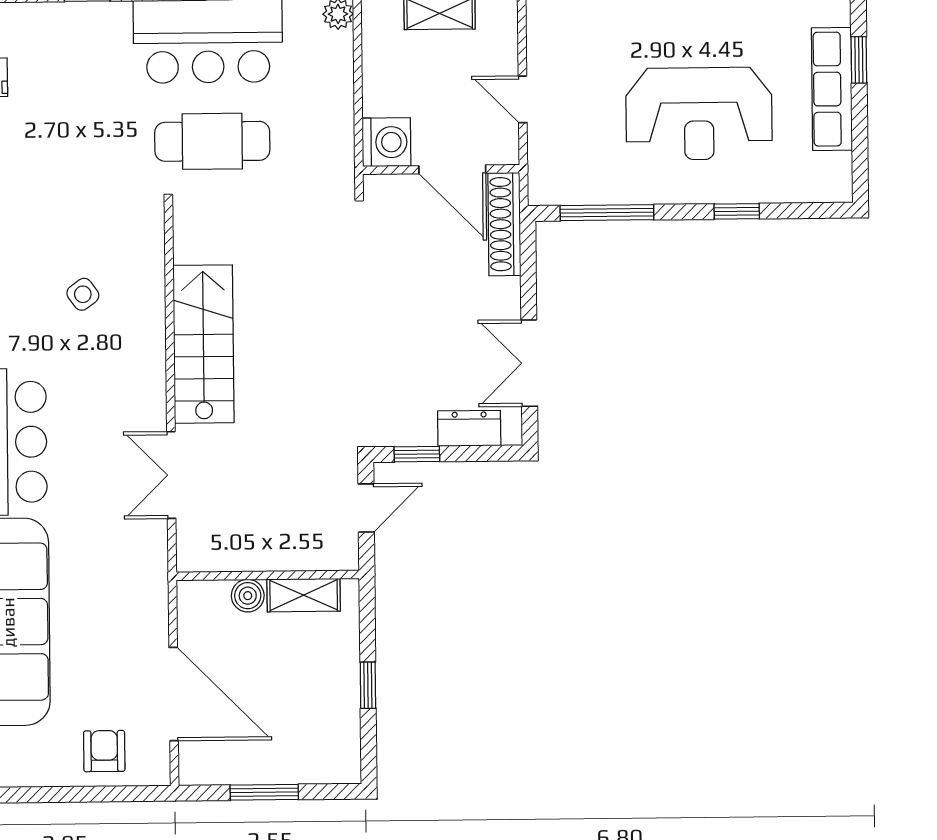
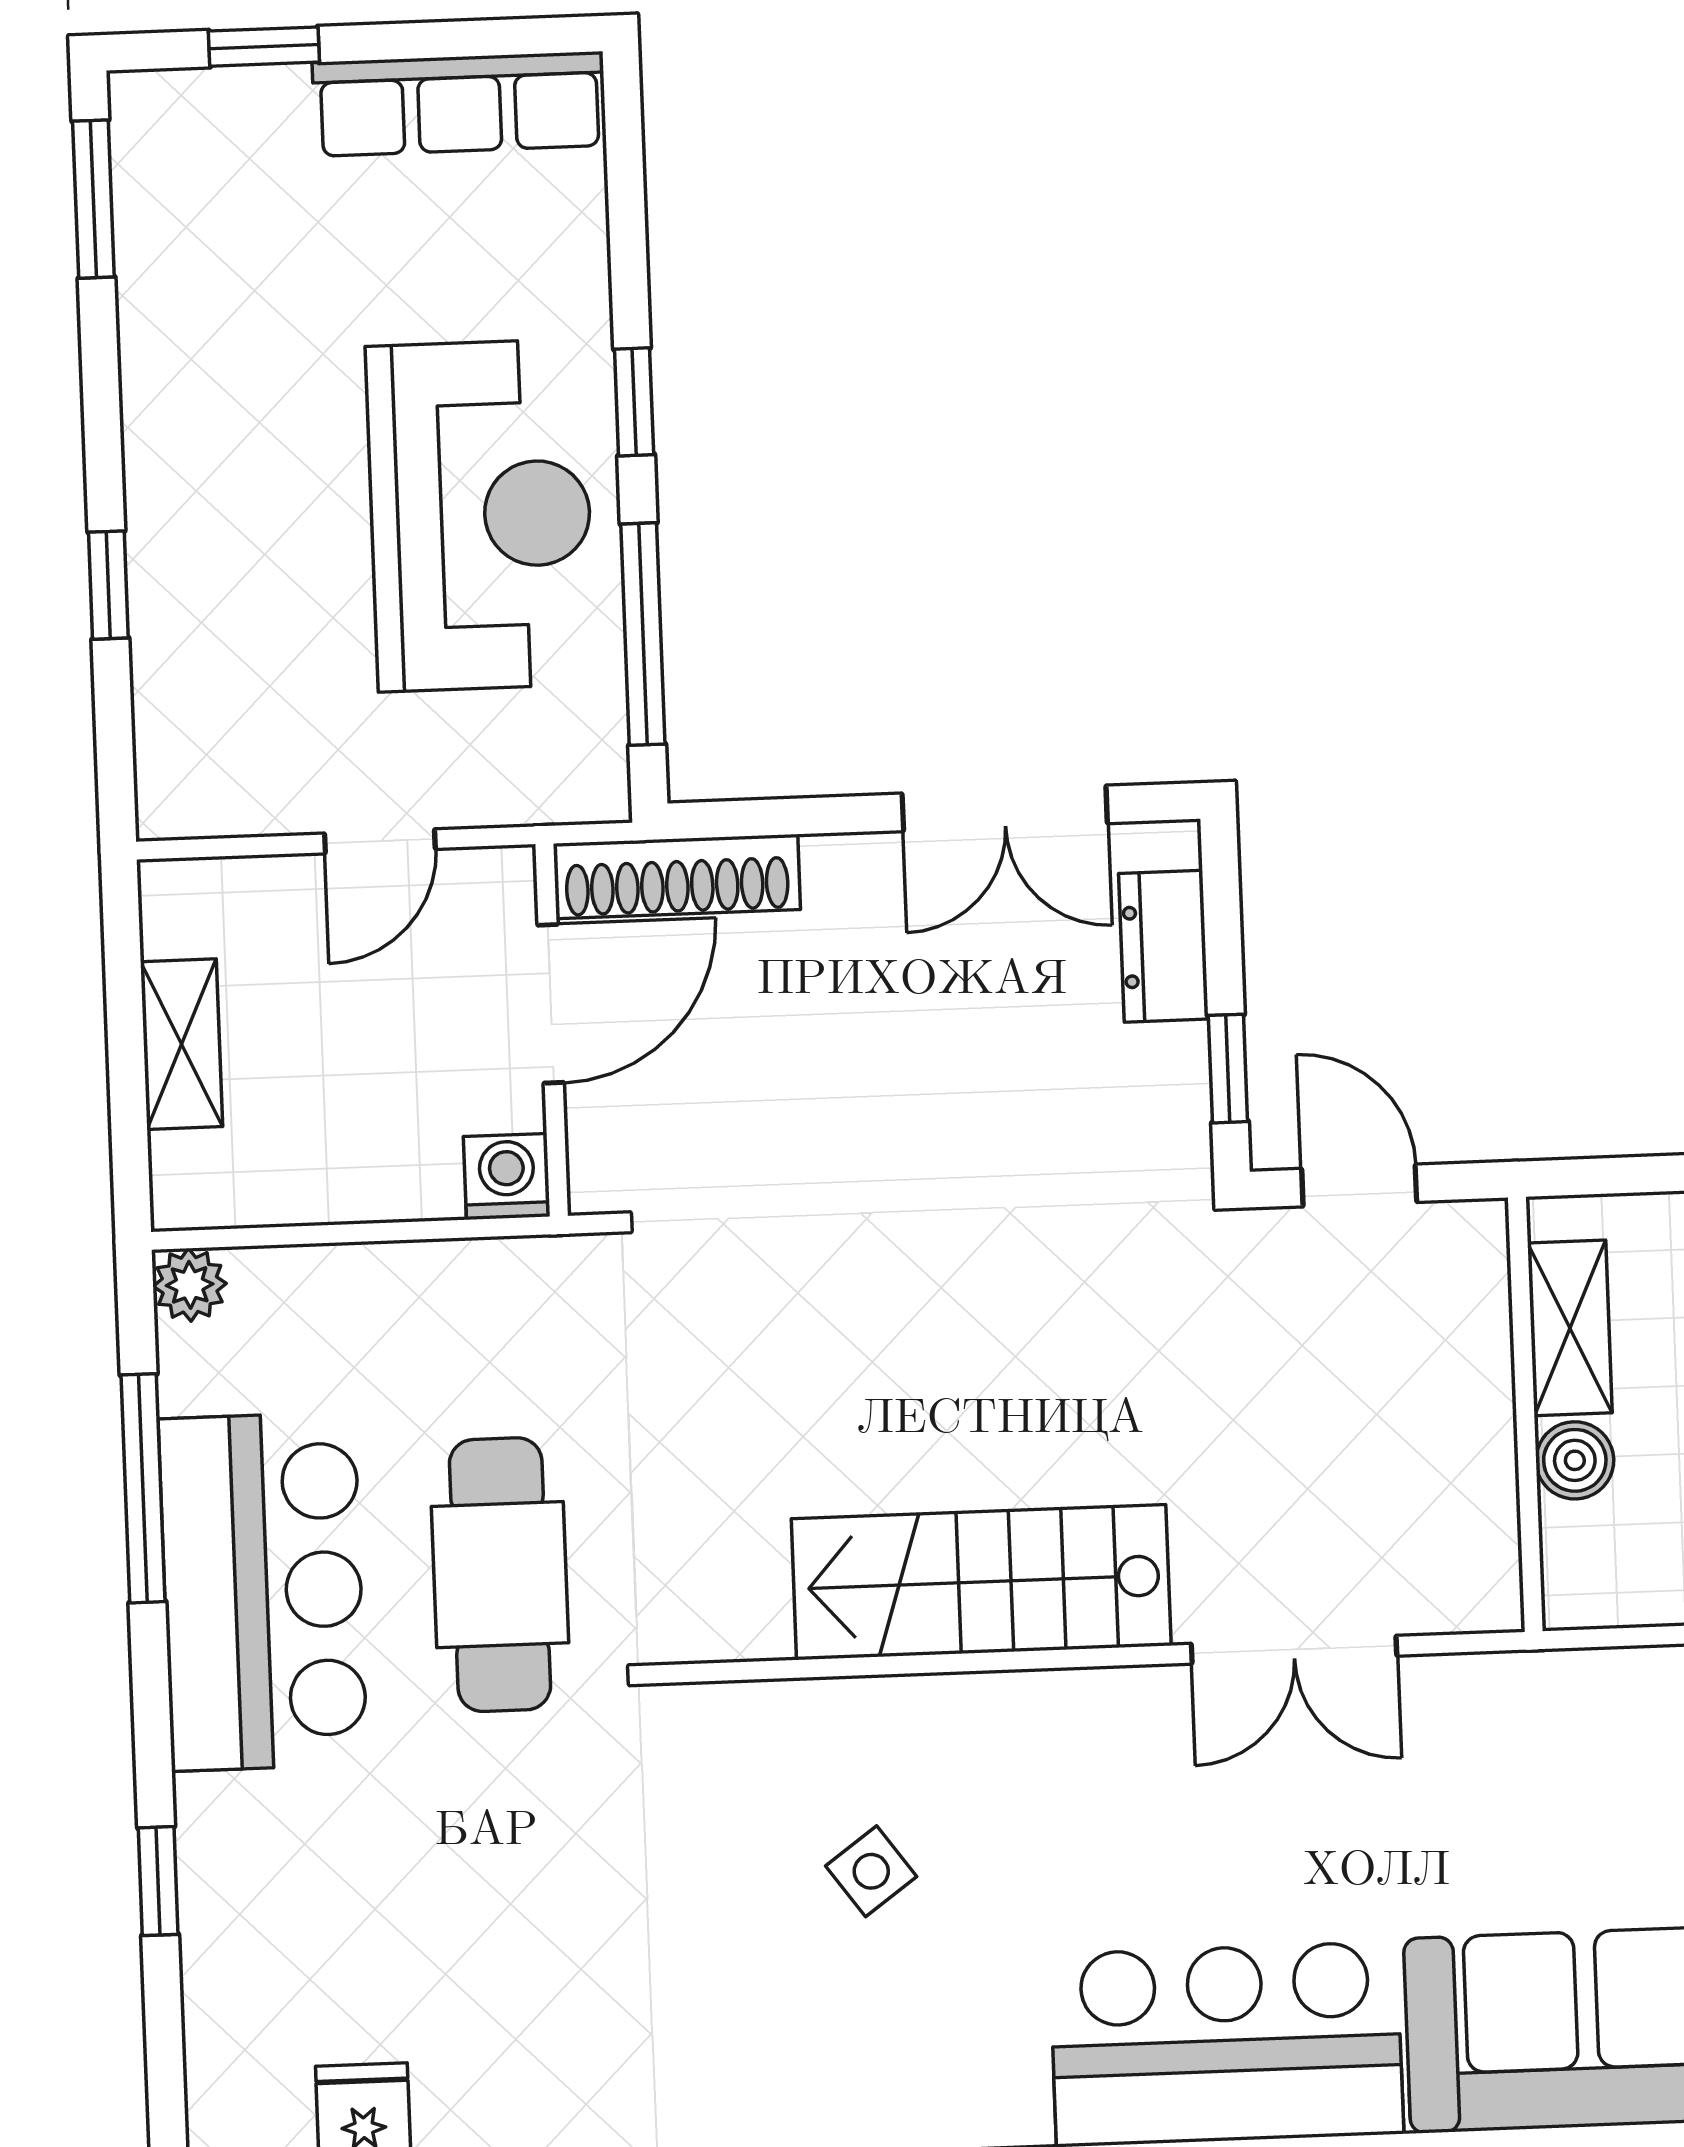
row of seats: (832, 89) -> (459, 104), moved
reception desk: (699, 114) -> (481, 515), moved
washing machine: (386, 142) -> (507, 1177), width x0.73, depth x0.73
window: (737, 211) -> (634, 402), moved

